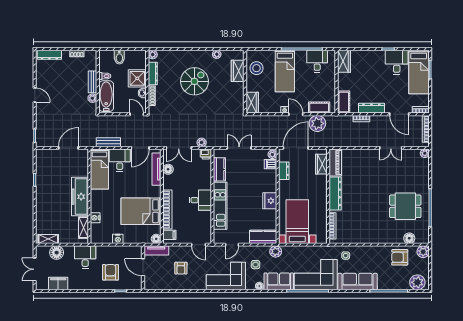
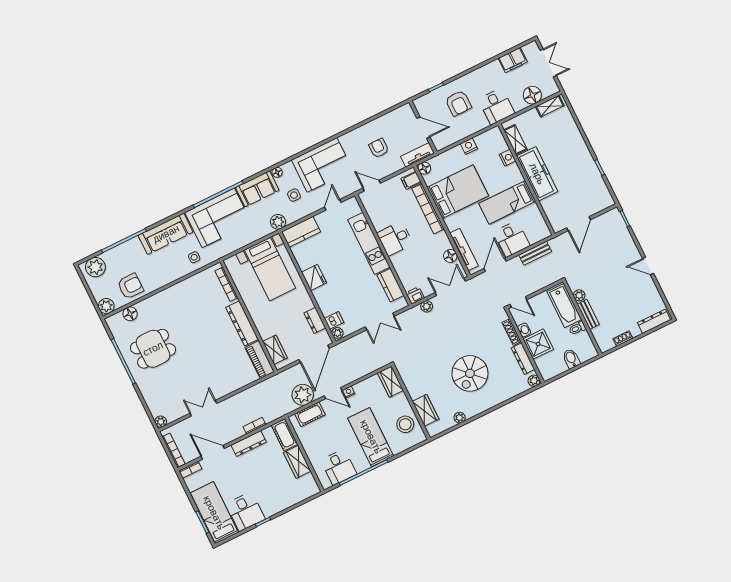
wardrobe: (344, 61) -> (297, 462), moved
bed: (99, 169) -> (507, 202), moved, turned -90

